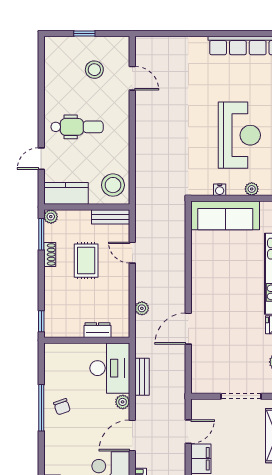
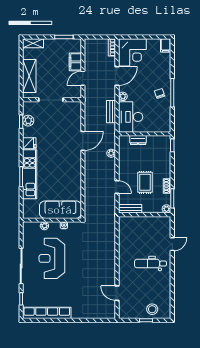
stool: (94, 70) -> (152, 309), moved
stool: (113, 185) -> (129, 228), removed
kitchen counter: (66, 193) -> (157, 223), removed

